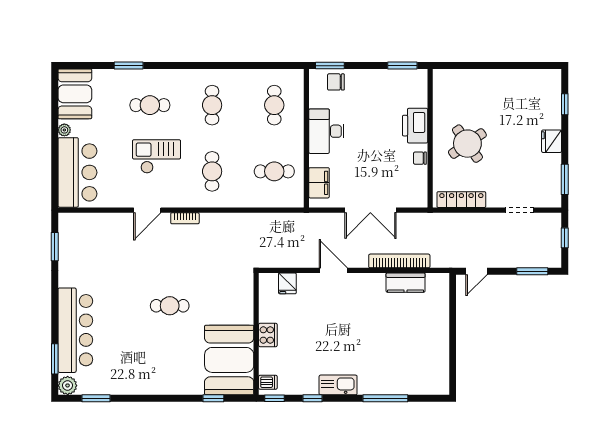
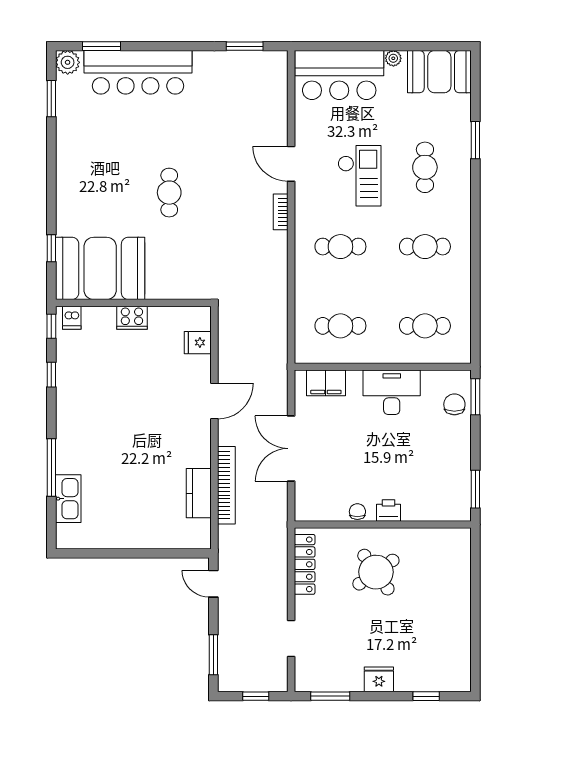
printer: (415, 126) -> (388, 511), width x0.53, depth x0.68
cafe table: (274, 171) -> (340, 326), turned 90
kitchen sink: (338, 385) -> (68, 499), moved

